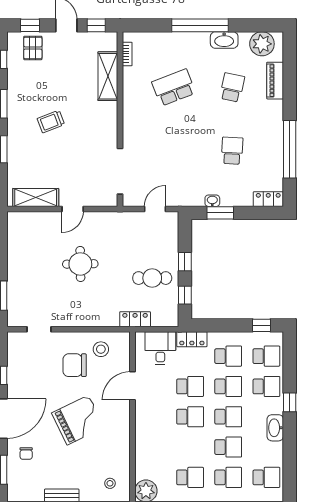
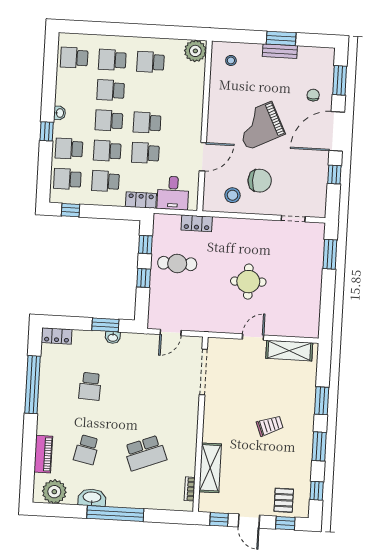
washbasin: (275, 428) -> (60, 113), width x0.52, depth x0.69

